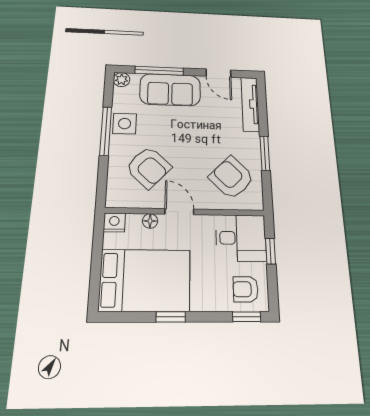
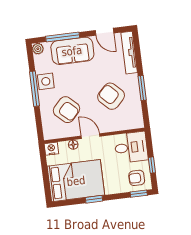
armchair: (232, 178) -> (111, 96), moved
window: (270, 251) -> (152, 165), moved

